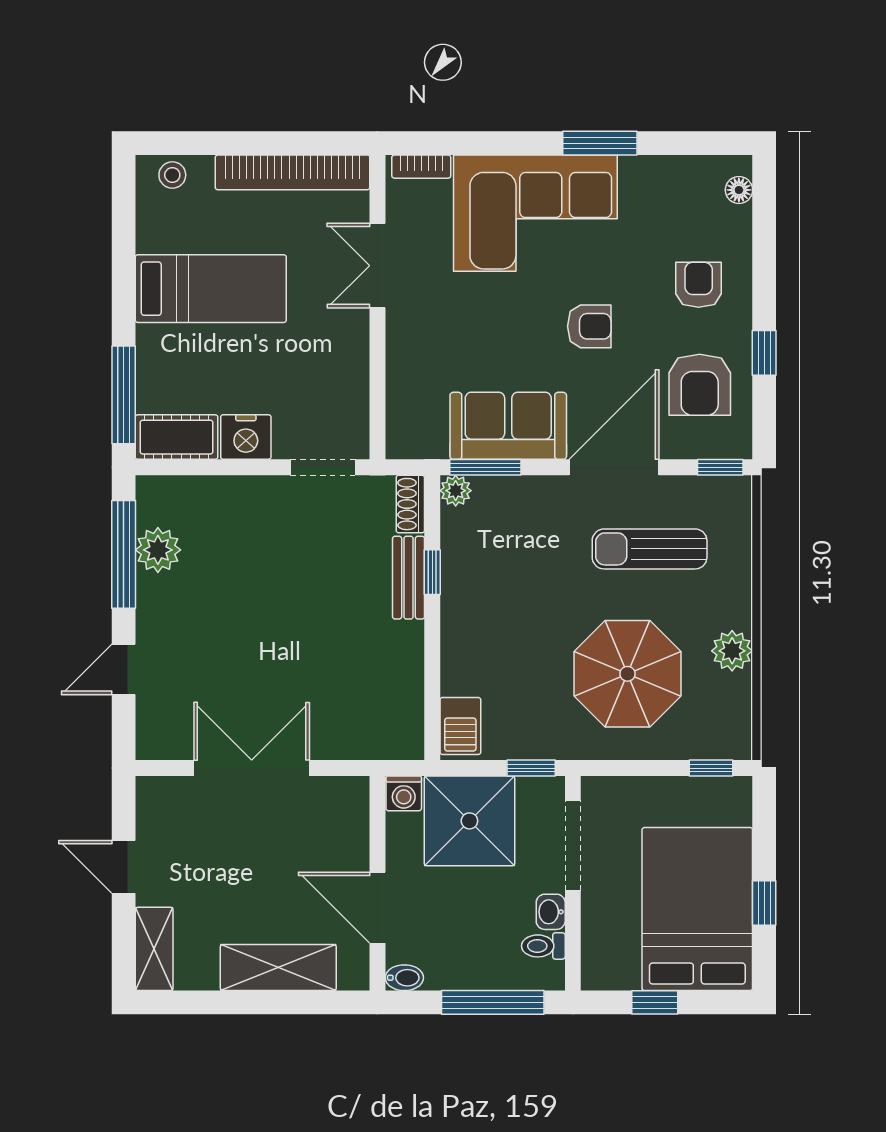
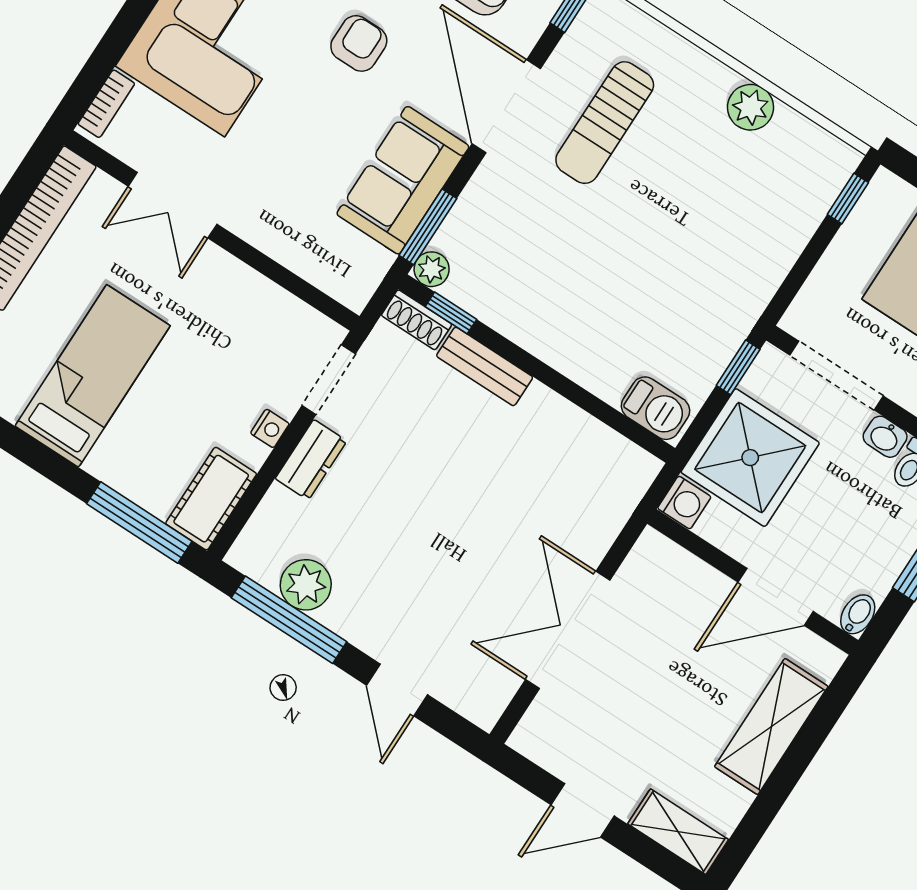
nightstand: (246, 437) -> (270, 428), width x0.53, depth x0.56
dresser: (254, 493) -> (311, 460), added
window: (432, 572) -> (451, 313), moved
parasol: (627, 674) -> (708, 219), removed

